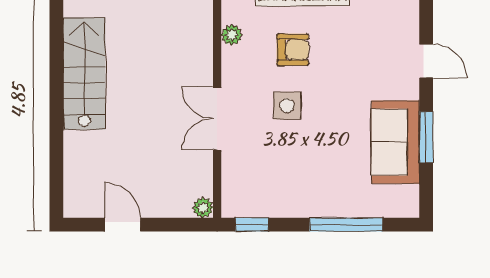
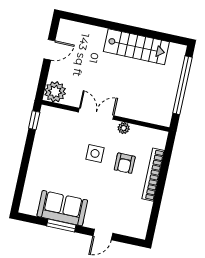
plant: (232, 35) -> (124, 128), moved
plant: (203, 208) -> (55, 92), width x1.88, depth x1.88
window: (346, 225) -> (23, 172), removed

